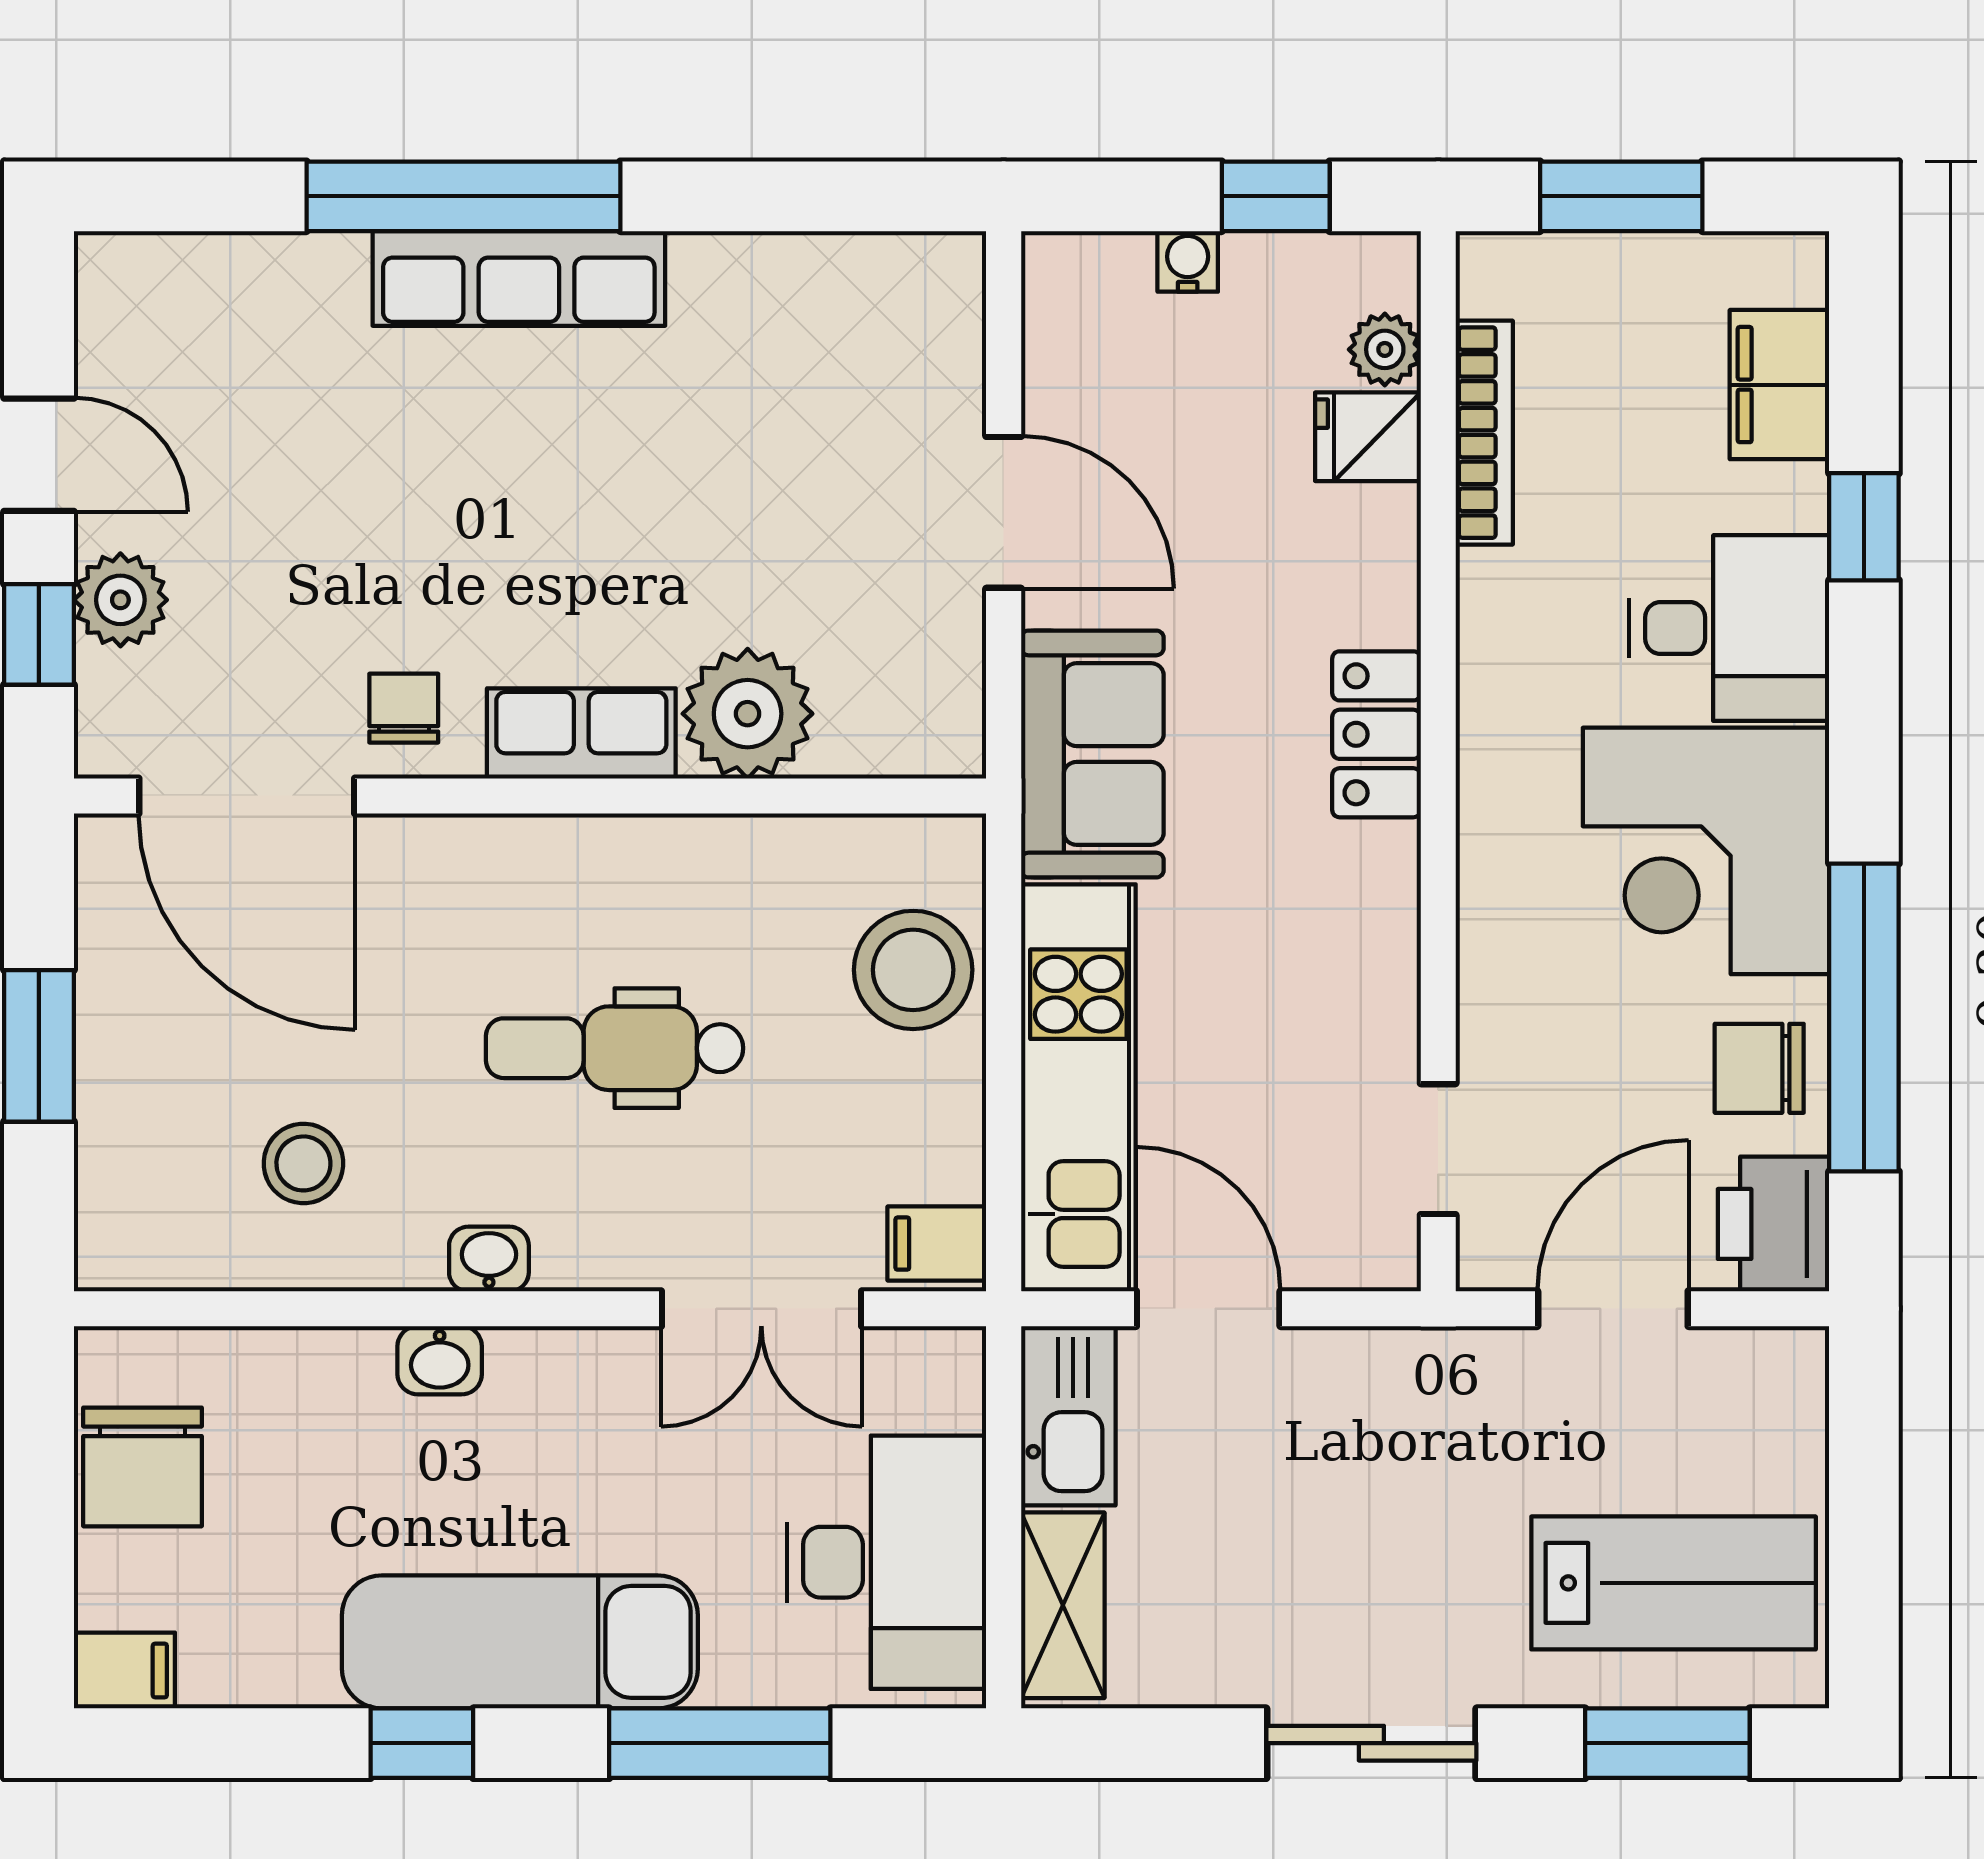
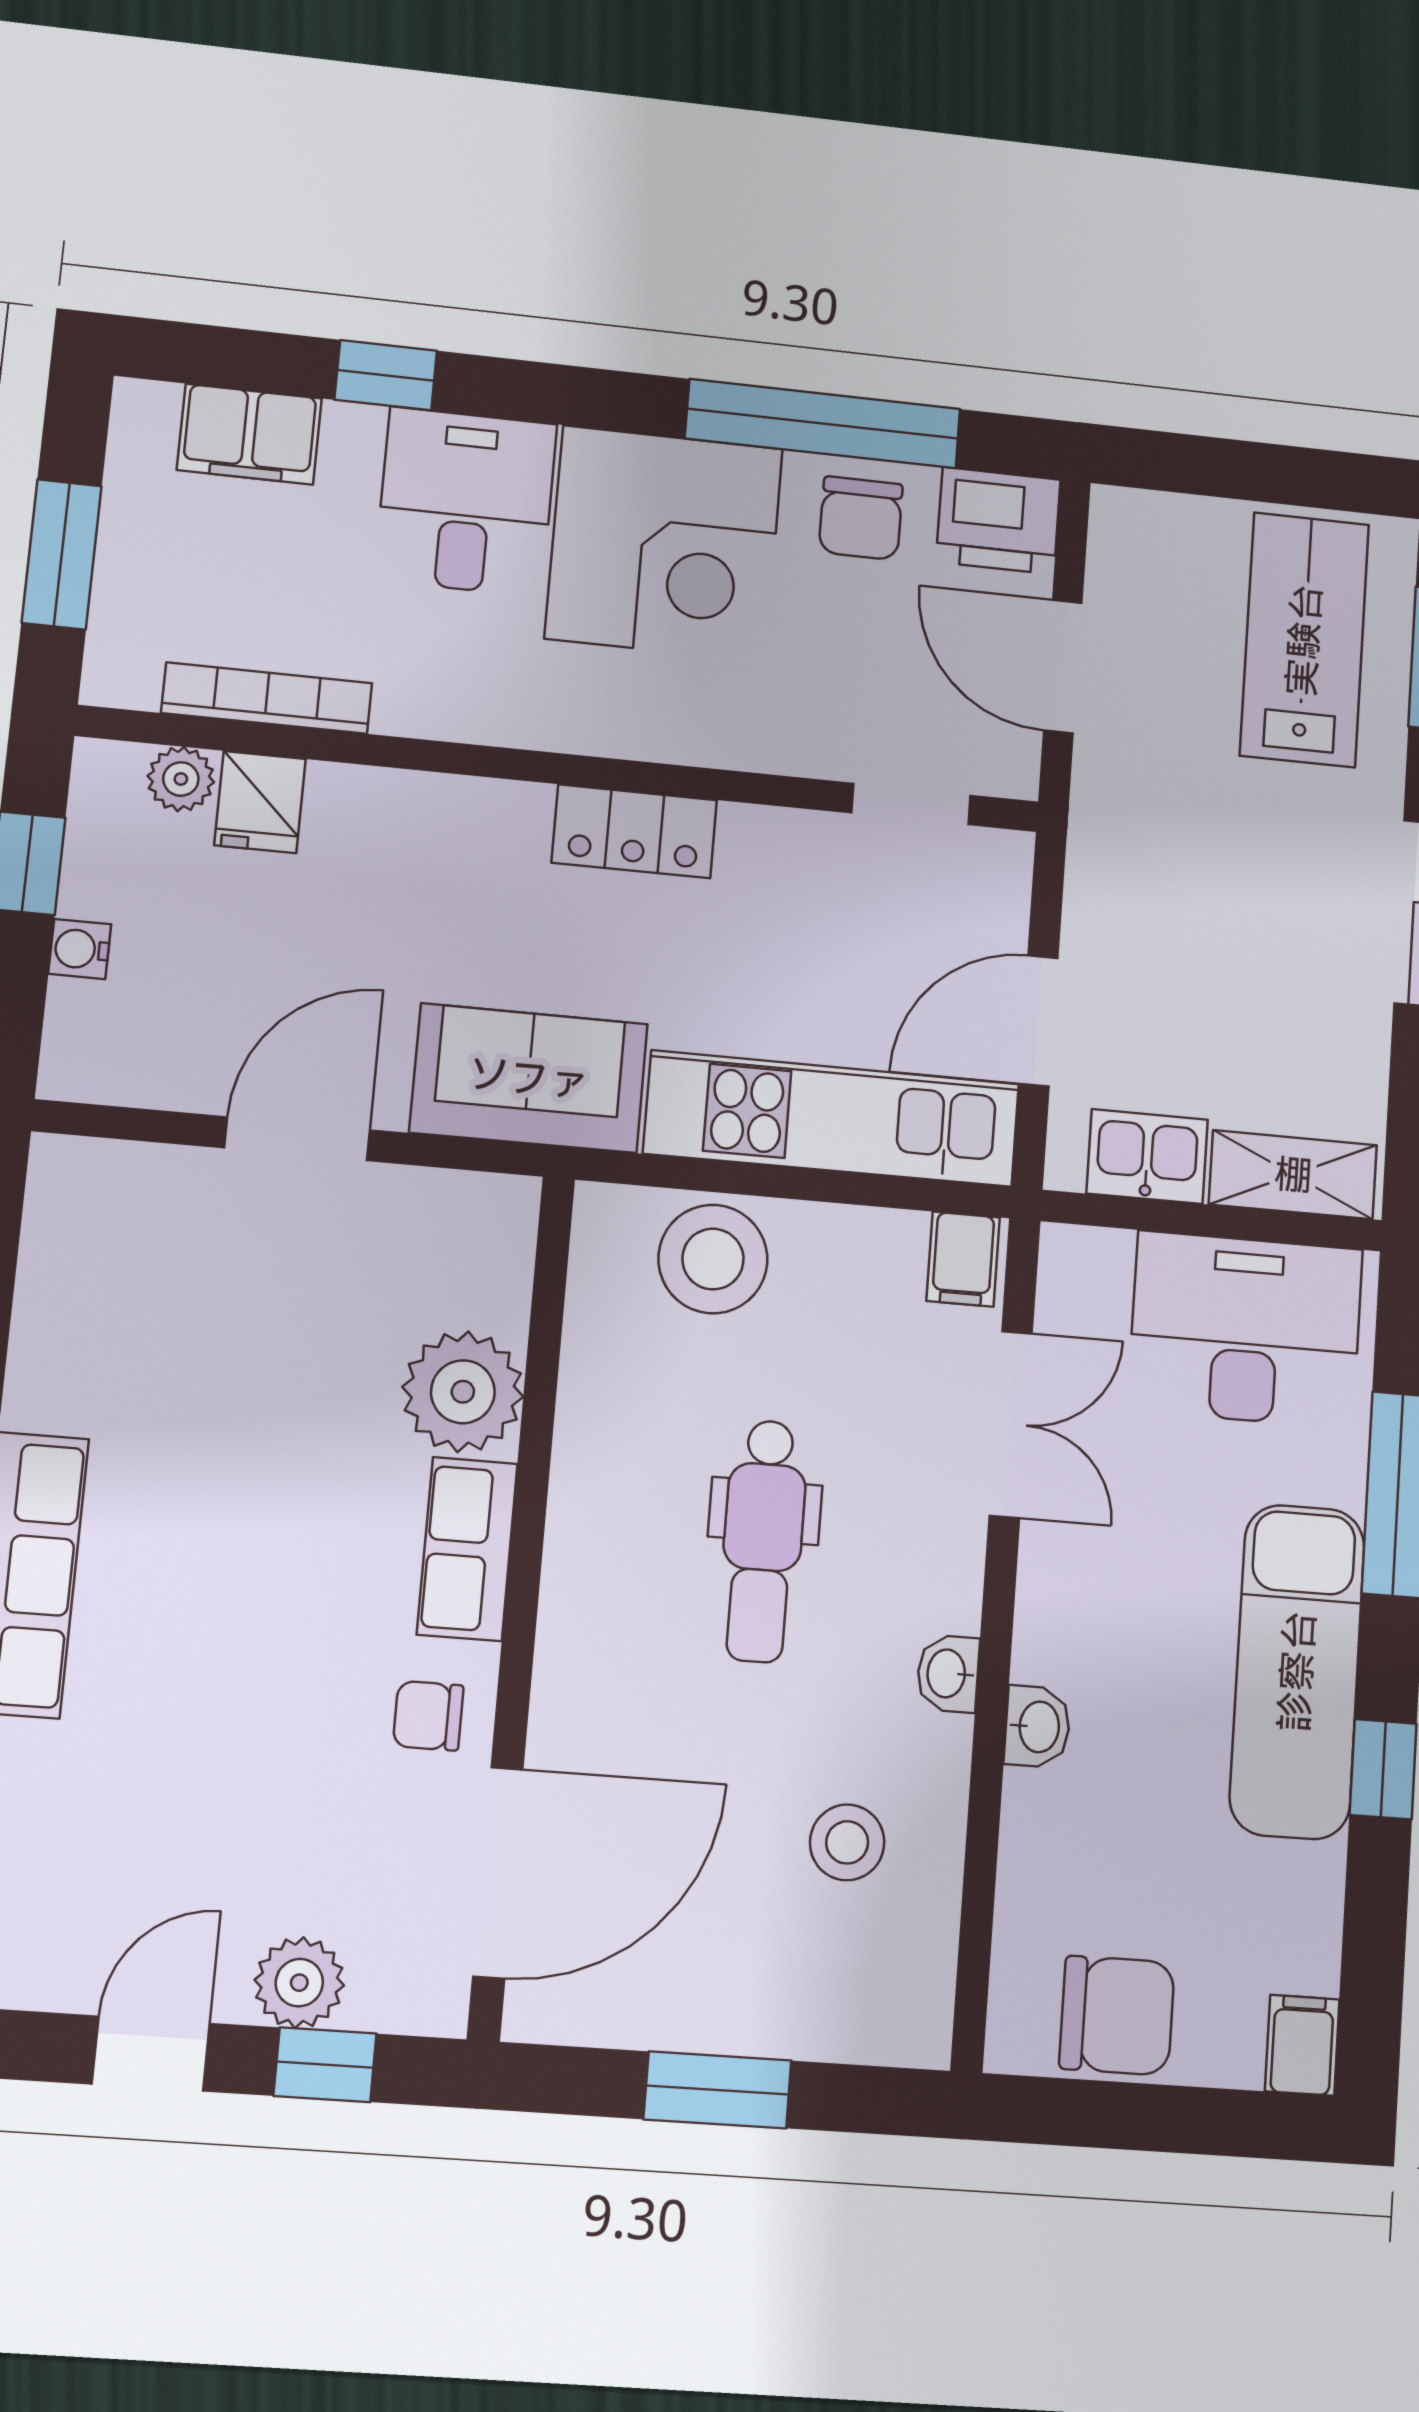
locker: (1376, 734) -> (634, 831), moved
kitchen sink: (1068, 1416) -> (1147, 1156), width x0.73

